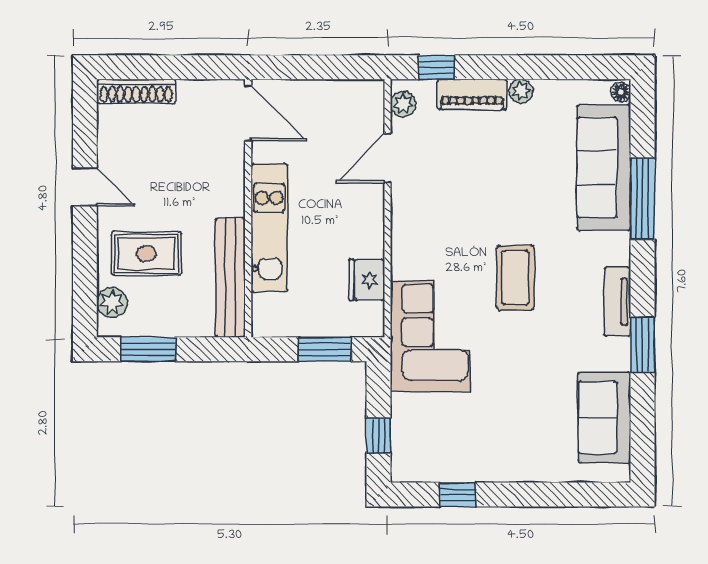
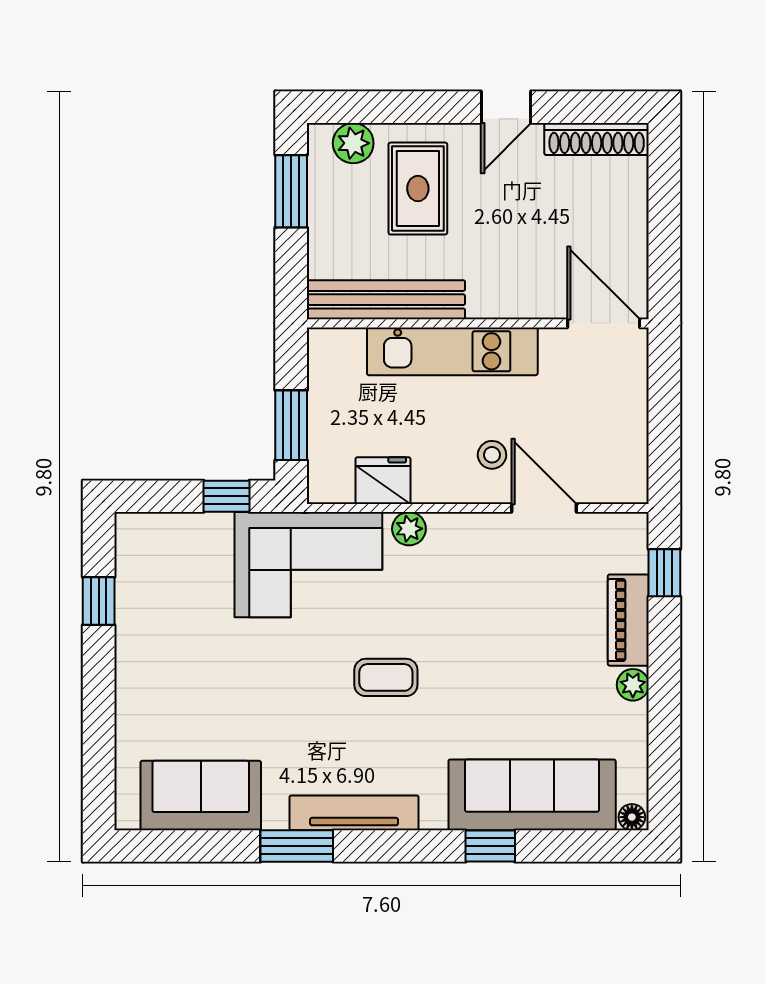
shoe rack: (136, 91) -> (597, 139), moved, turned -90
plant: (403, 104) -> (409, 529), moved
door: (248, 113) -> (604, 323), swing flipped
stool: (347, 198) -> (492, 455), added
window: (643, 199) -> (490, 846), width x0.46
coffee table: (515, 278) -> (386, 677), width x0.73, depth x0.77
tv unit: (618, 302) -> (354, 813), width x1.41
window: (379, 435) -> (226, 496), moved

